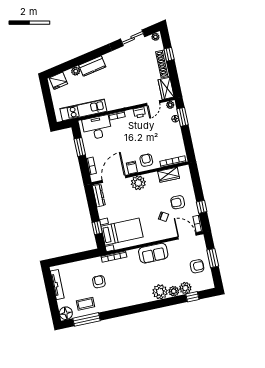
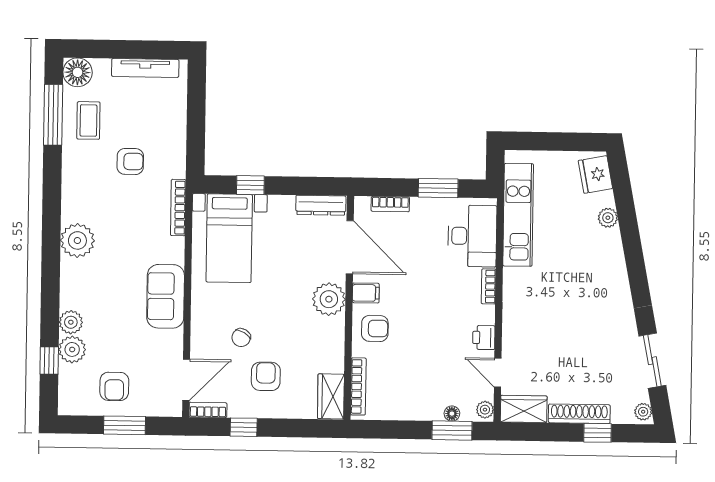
kitchen counter: (92, 66) -> (611, 257), removed
wardrobe: (169, 175) -> (331, 396), moved
plant: (160, 292) -> (77, 240), moved

